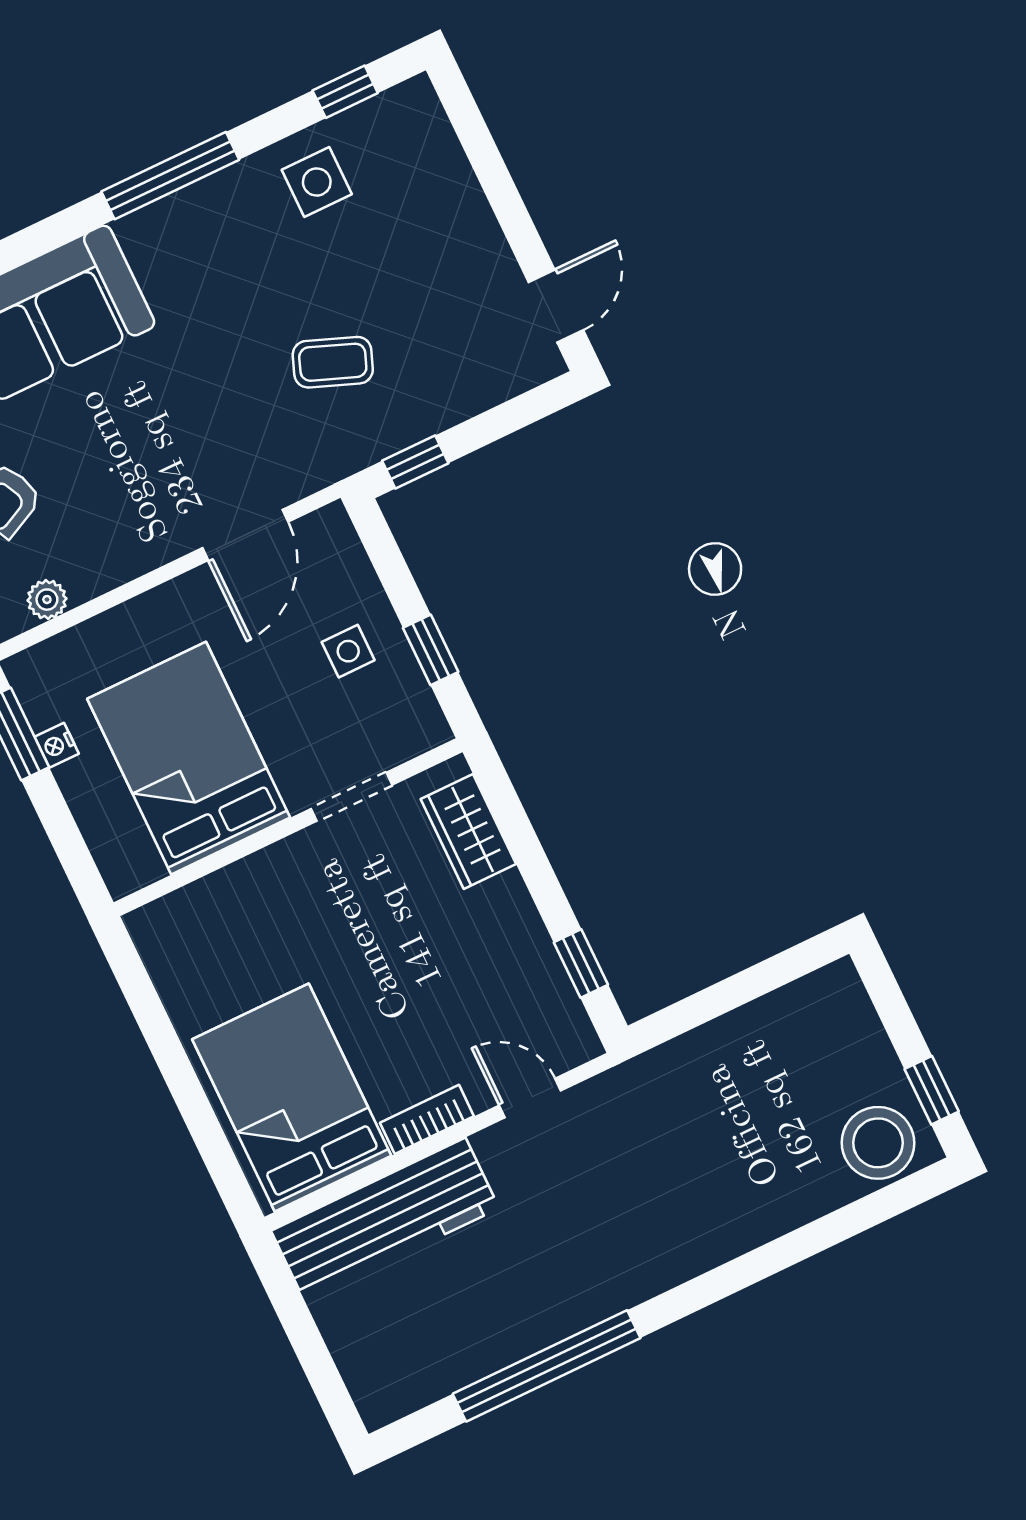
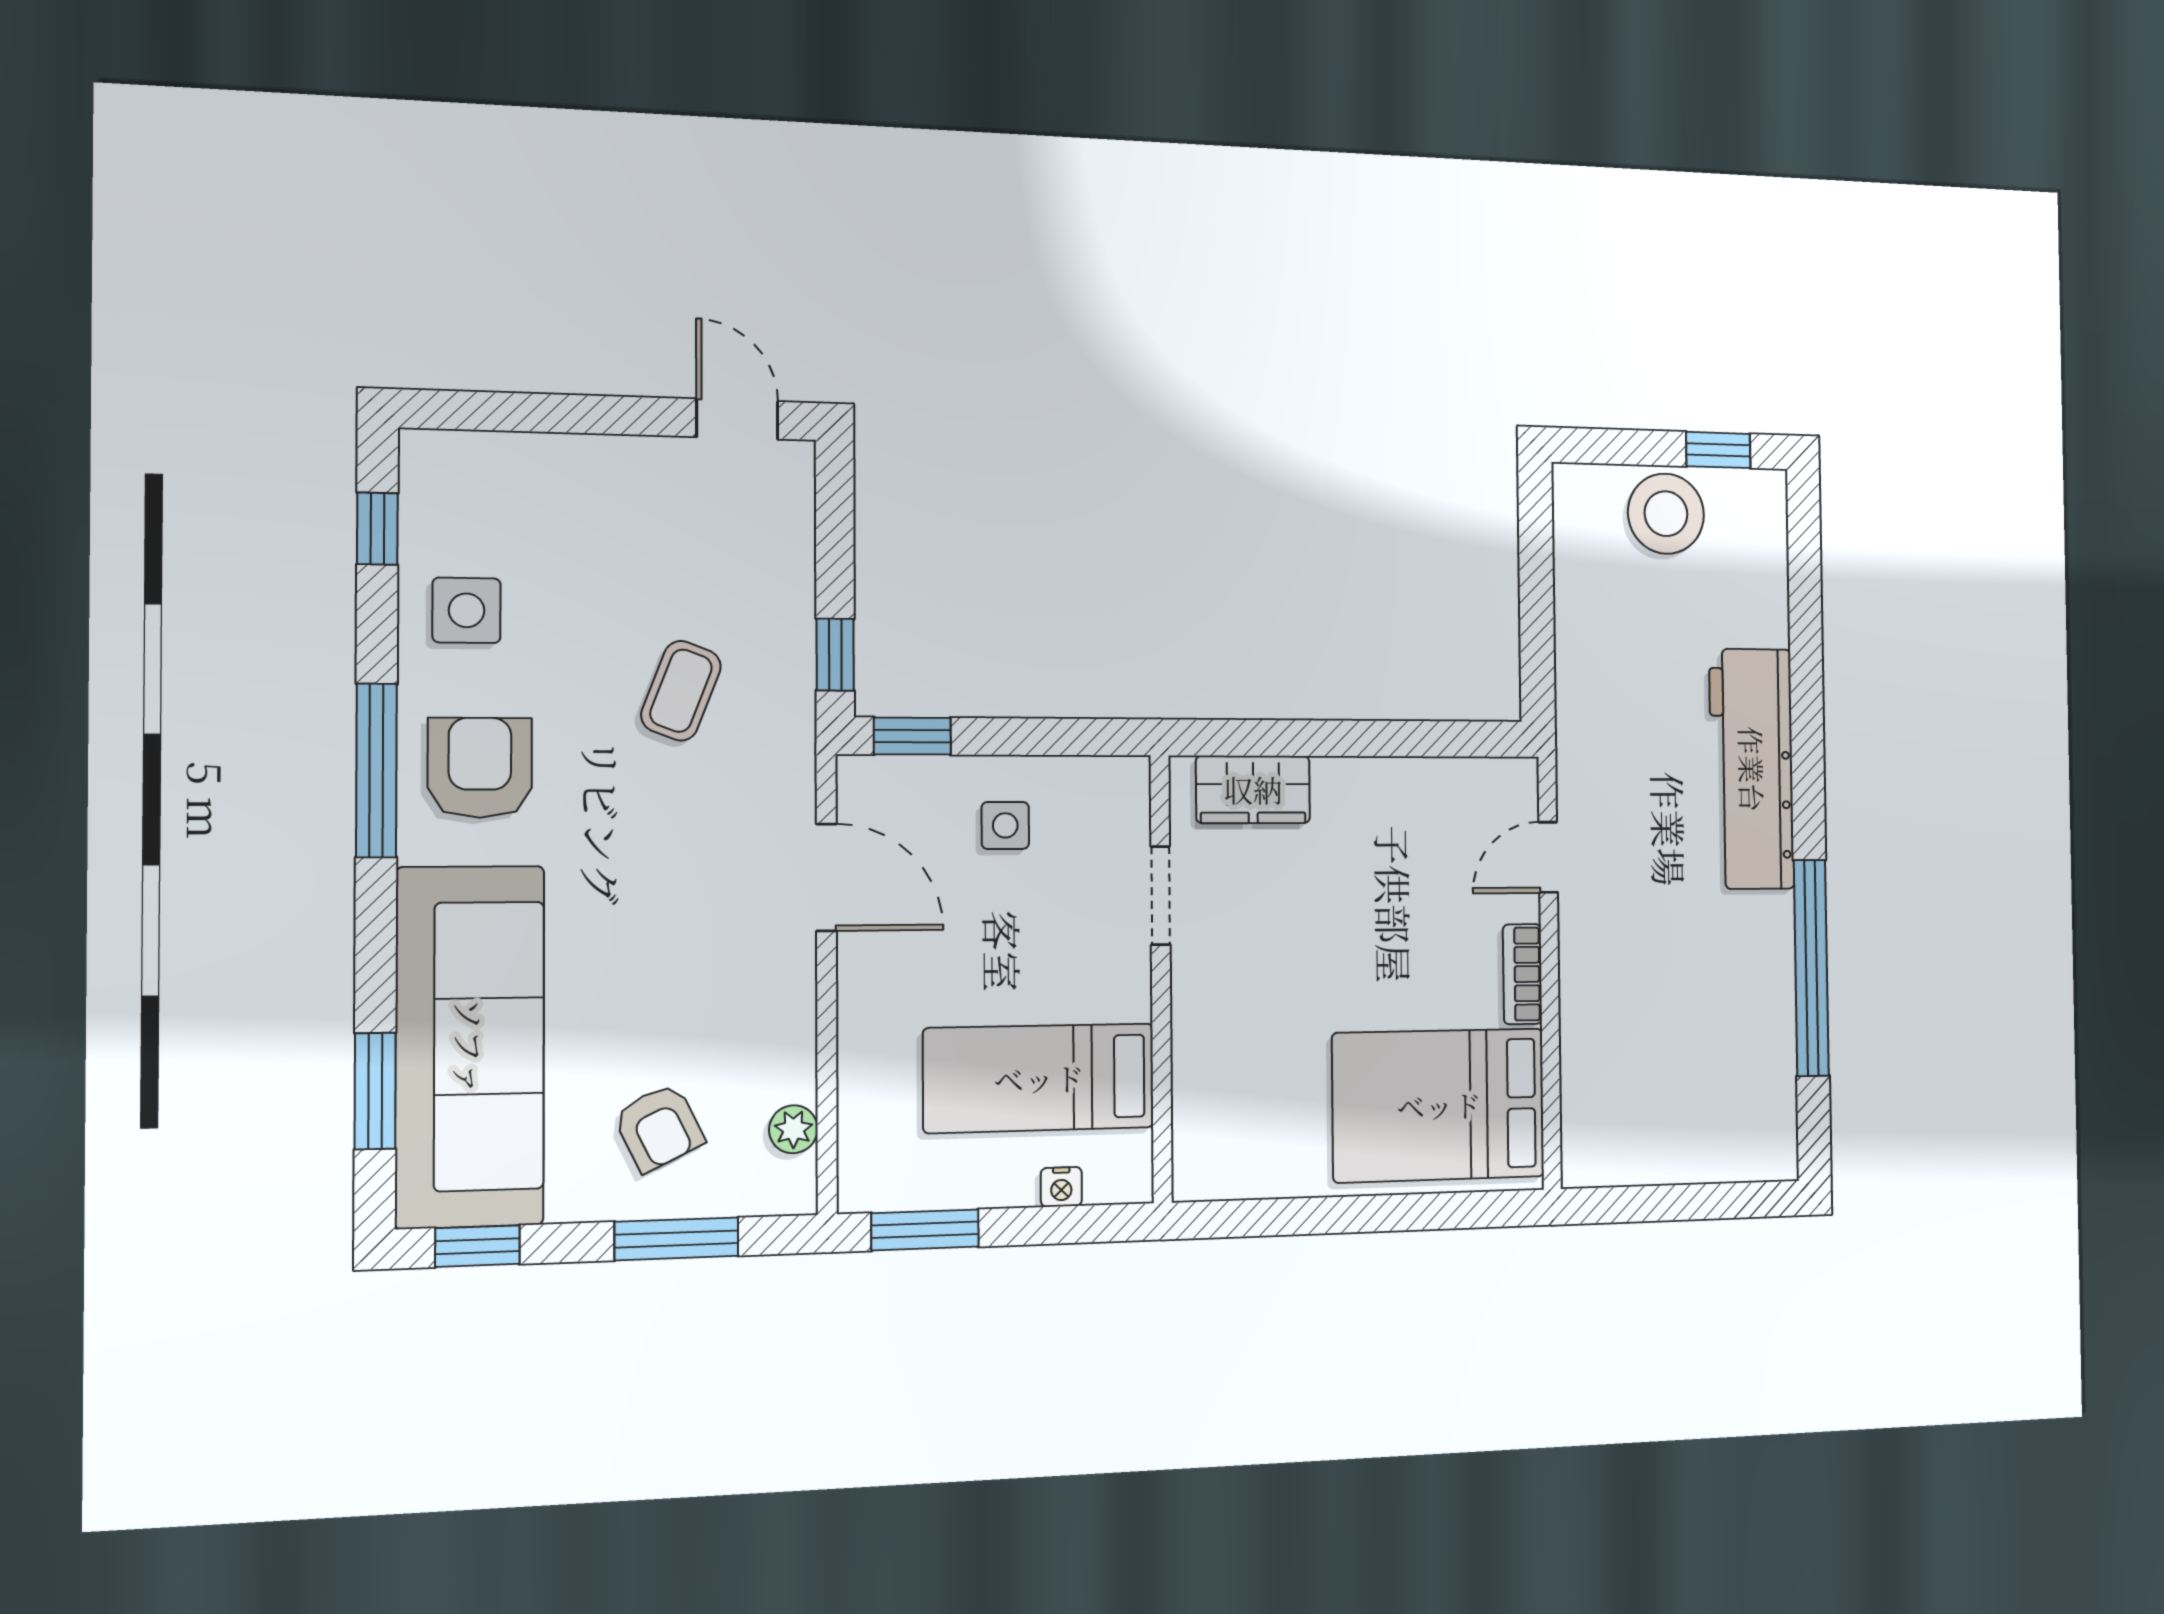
armchair: (207, 246) -> (480, 768), added
window: (431, 650) -> (912, 736), moved
nightstand: (57, 745) -> (1061, 1187), moved
bed: (189, 758) -> (1039, 1078), width x0.67
window: (581, 964) -> (1439, 739), removed
stool: (878, 1143) -> (1666, 514), moved
workbench: (385, 1219) -> (1752, 769), moved, turned 180

